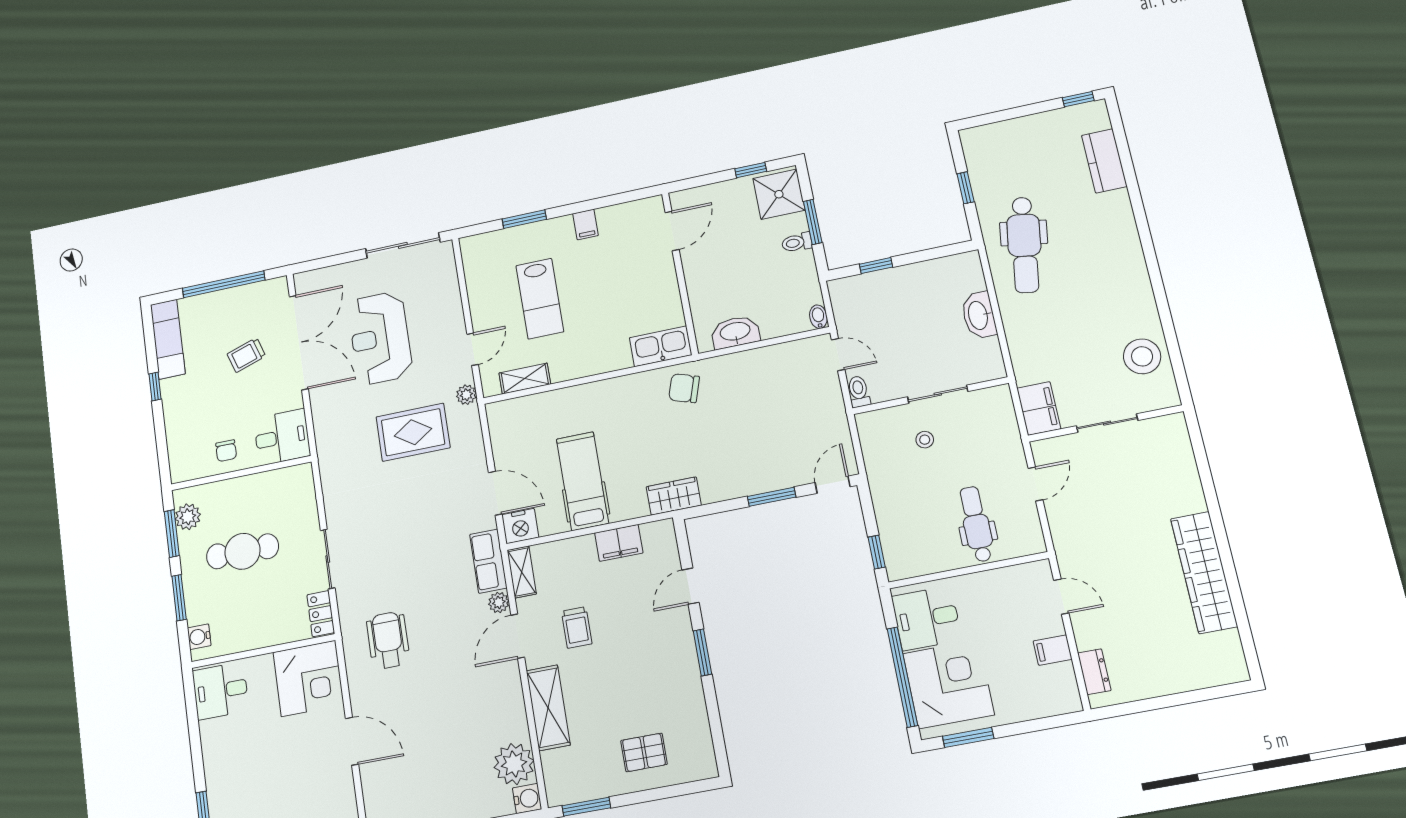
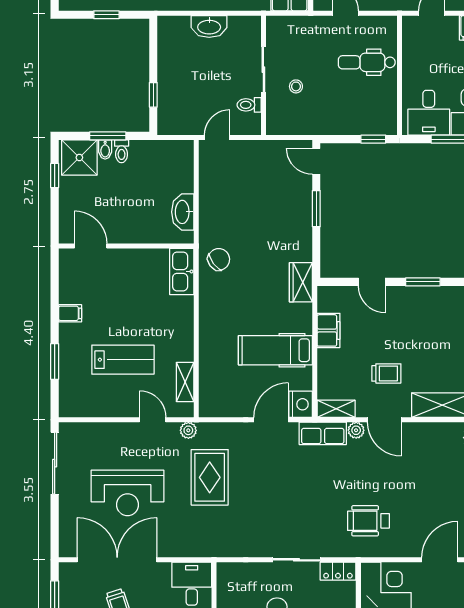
bidet: (818, 317) -> (105, 150), moved, turned -90
chair: (684, 388) -> (219, 259), turned -145
toilet: (859, 392) -> (249, 105), moved

